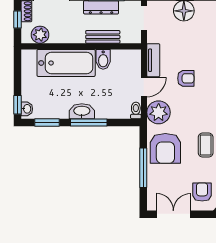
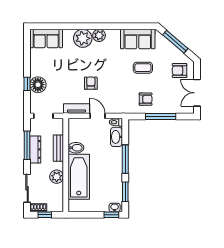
plant: (40, 35) -> (57, 177), moved
washbasin: (82, 111) -> (116, 137), moved
plant: (159, 112) -> (117, 104), removed
armchair: (165, 148) -> (146, 99), width x0.53, depth x0.53

